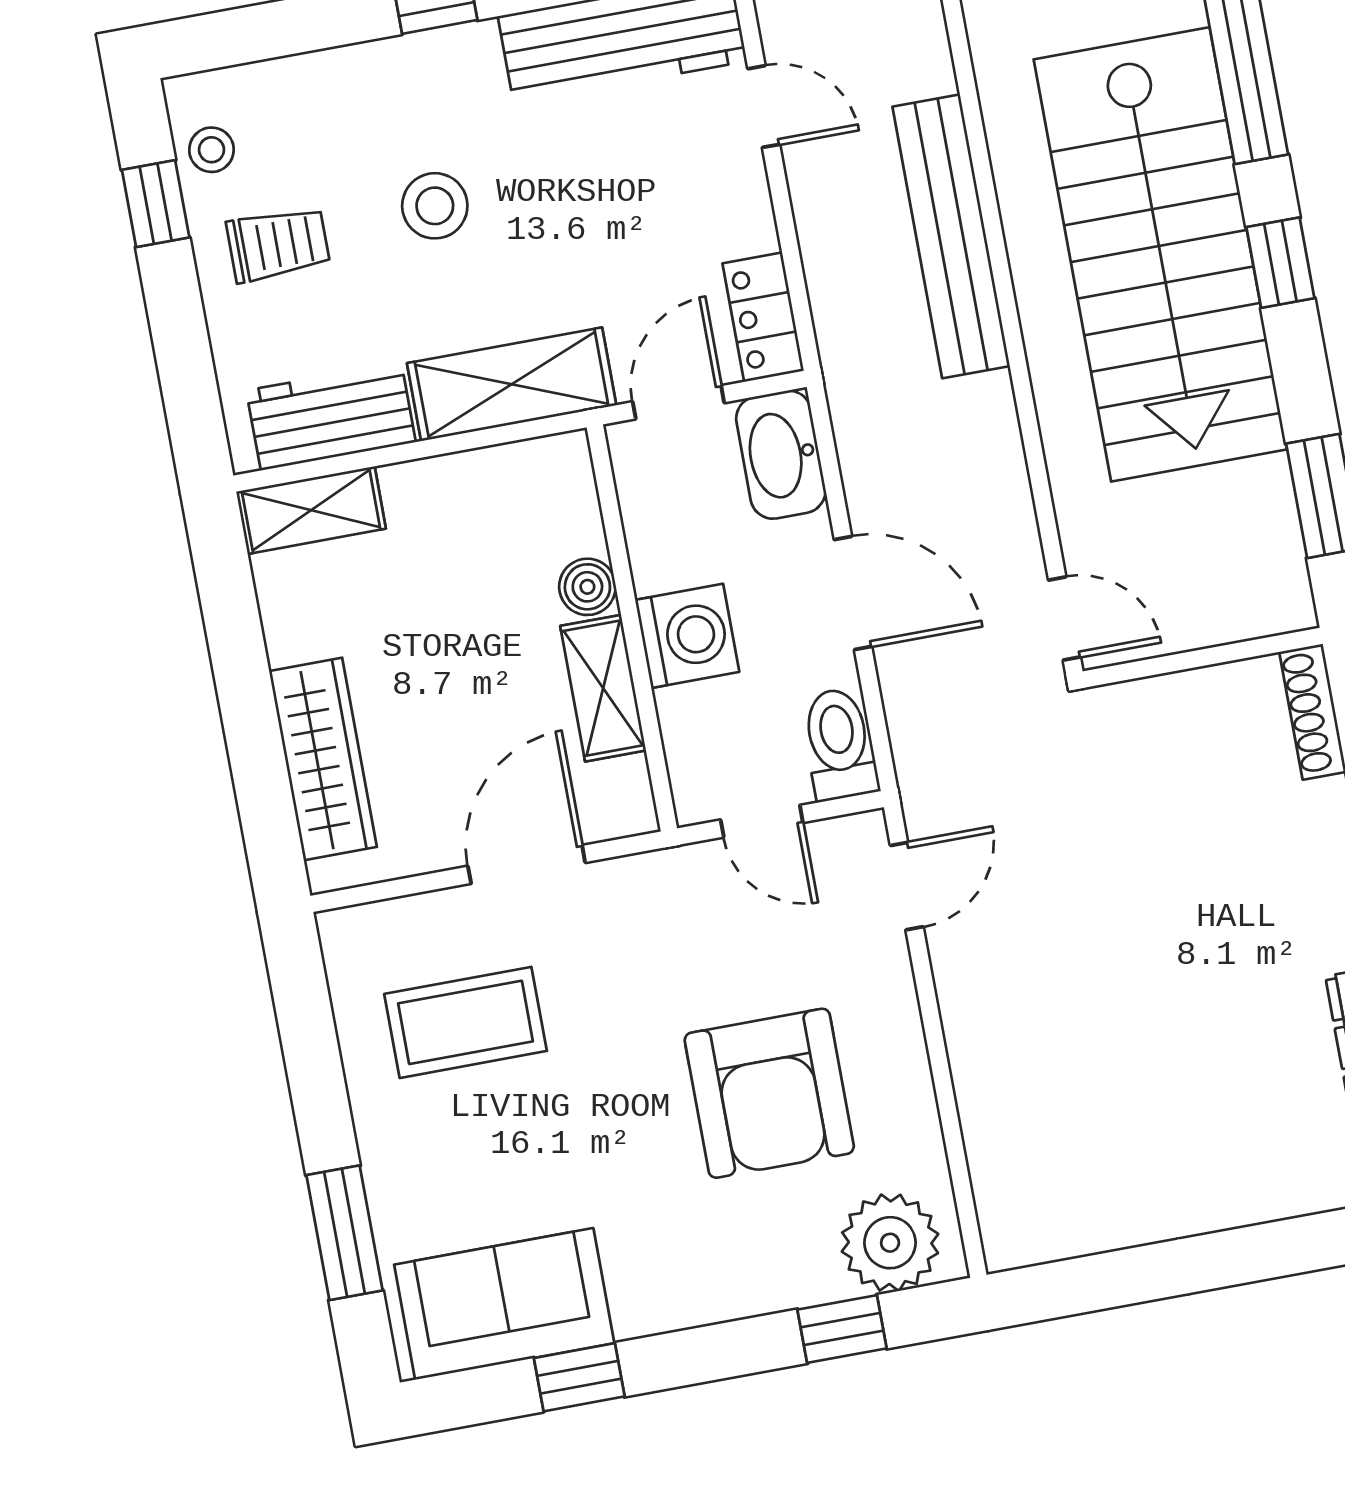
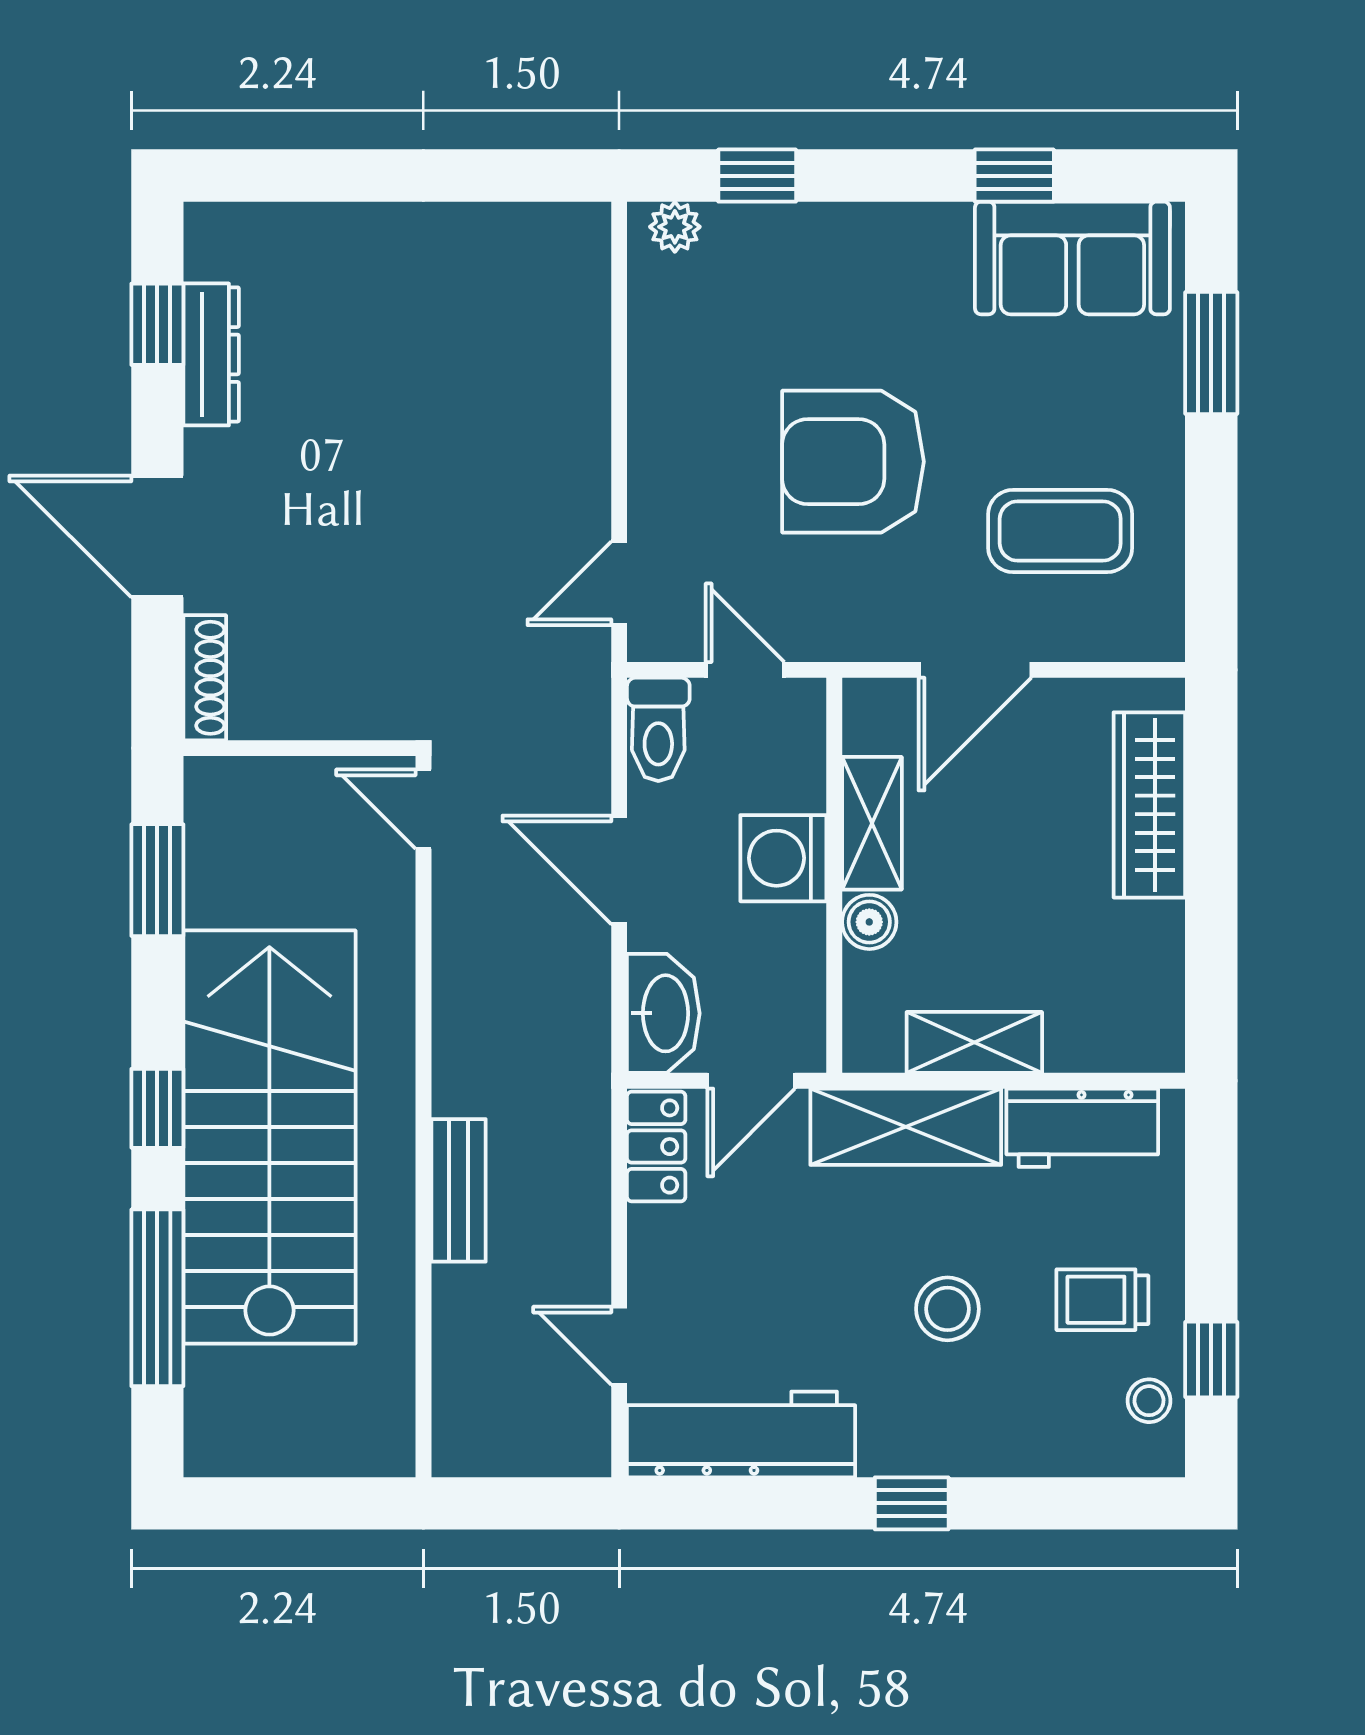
bench: (951, 236) -> (458, 1190), width x0.54, depth x0.82
shelving: (311, 510) -> (974, 1042), moved
armchair: (769, 1093) -> (853, 462), moved, turned -90
plant: (890, 1243) -> (675, 227), width x0.53, depth x0.53

